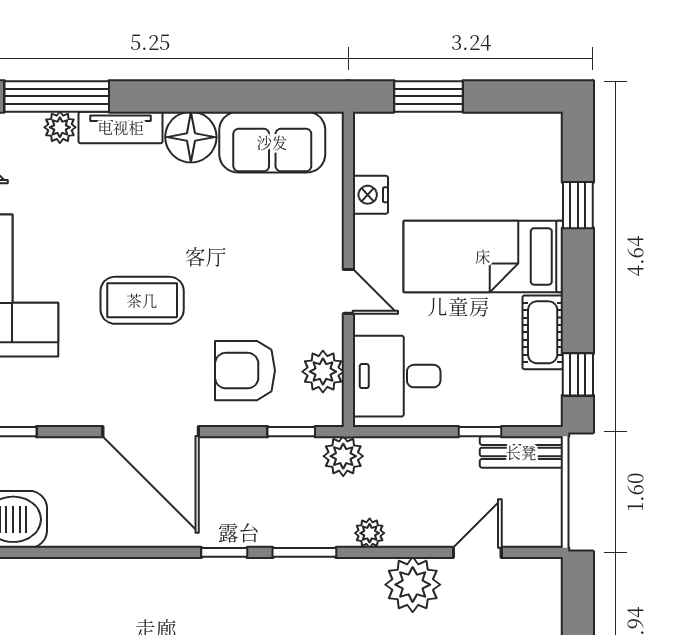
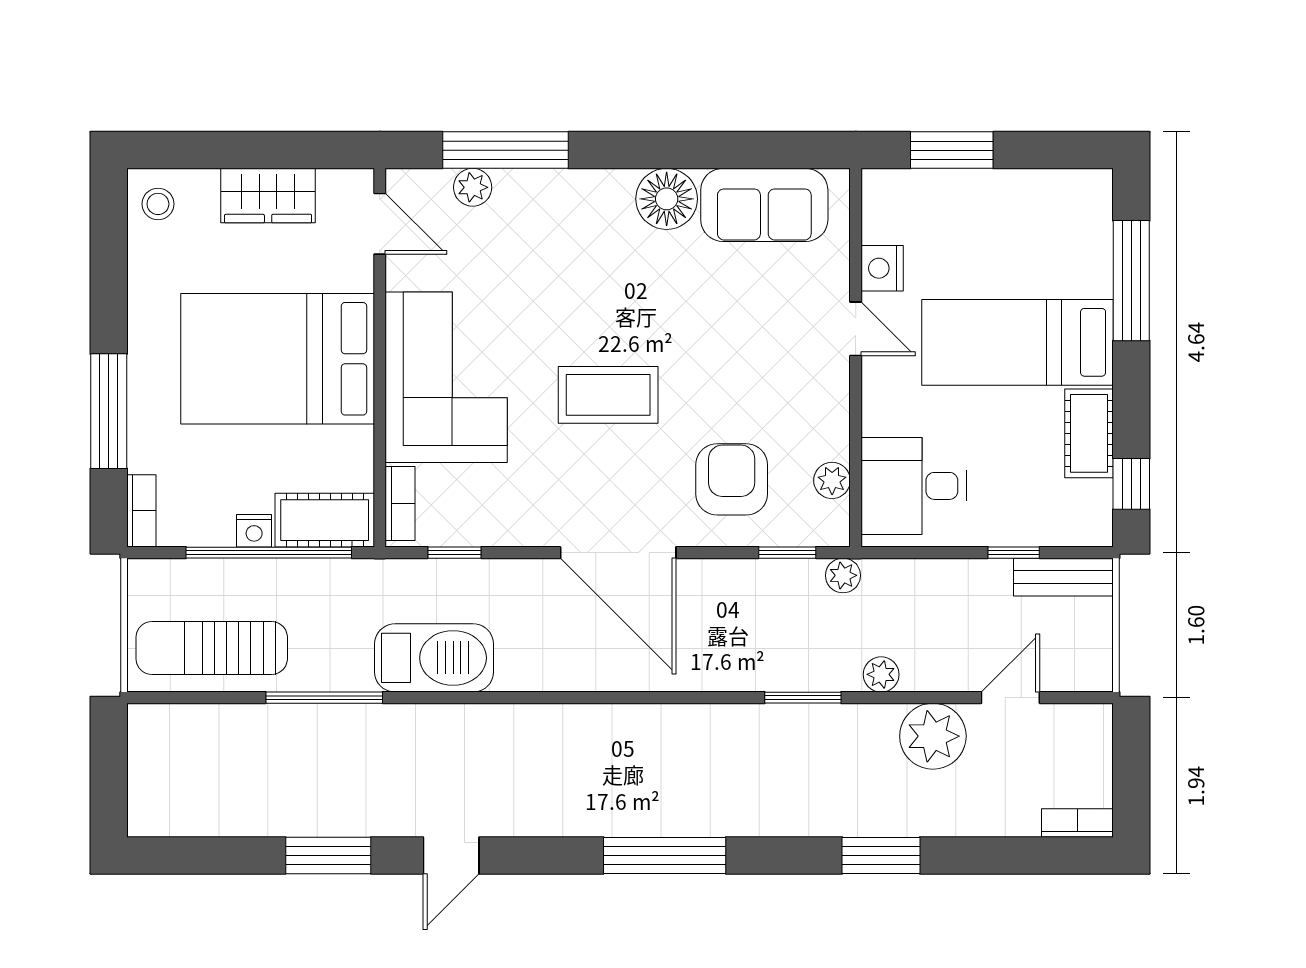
plant: (60, 127) -> (473, 187), moved
tv unit: (121, 127) -> (582, 187), removed
window: (578, 205) -> (1131, 281), width x2.17
door: (348, 291) -> (856, 329), moved
armchair: (245, 371) -> (732, 479), turned 90
plant: (323, 372) -> (832, 480), width x0.73, depth x0.73
plant: (343, 456) -> (843, 575), width x0.73, depth x0.73
window: (224, 552) -> (707, 698), removed

